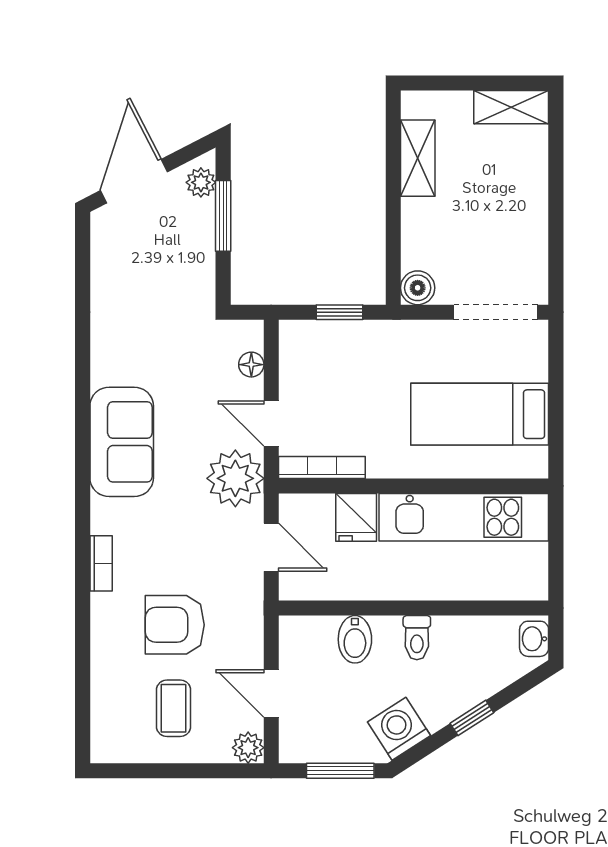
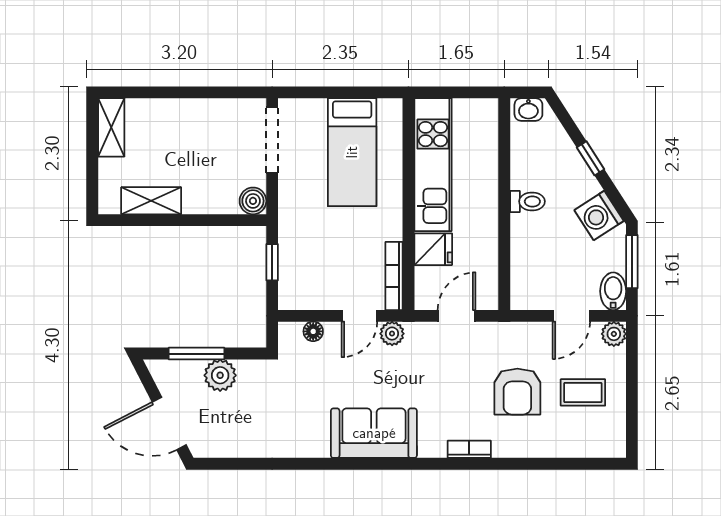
plant: (201, 182) -> (220, 375), moved, width x1.38, depth x1.38
plant: (235, 478) -> (392, 334), width x0.53, depth x0.53
bidet: (355, 639) -> (613, 291), moved, turned -90

